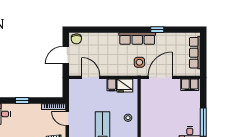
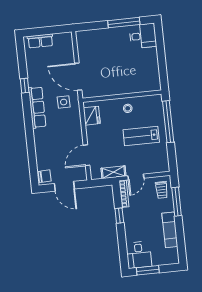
row of seats: (195, 53) -> (40, 41), width x0.68
filing cabinet: (112, 85) -> (93, 131), removed
filing cabinet: (190, 85) -> (83, 42), removed
shelving: (74, 99) -> (114, 172), added
window: (22, 100) -> (119, 216), moved

